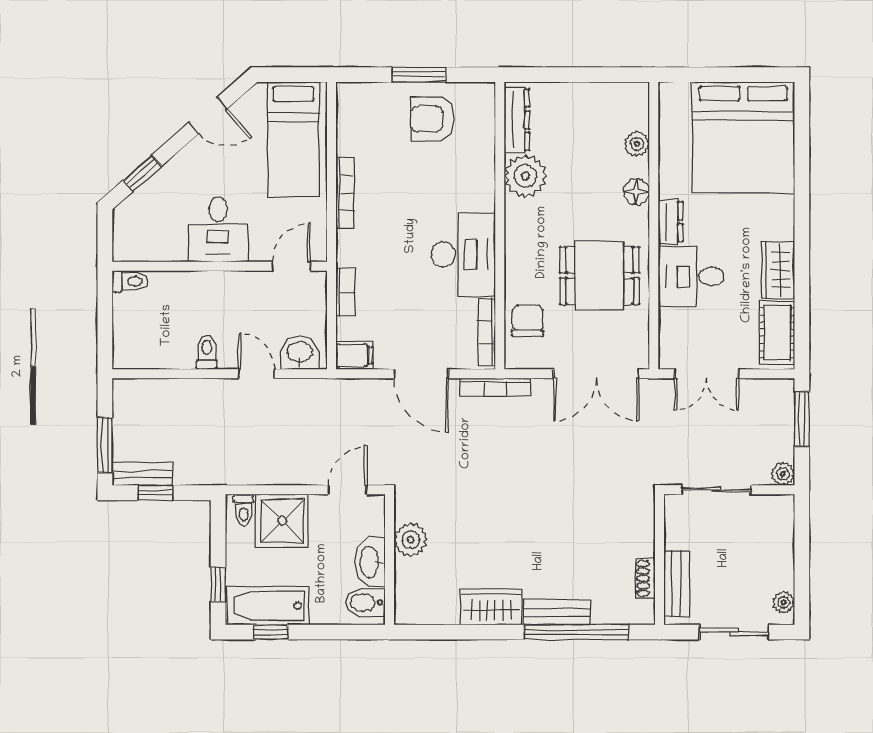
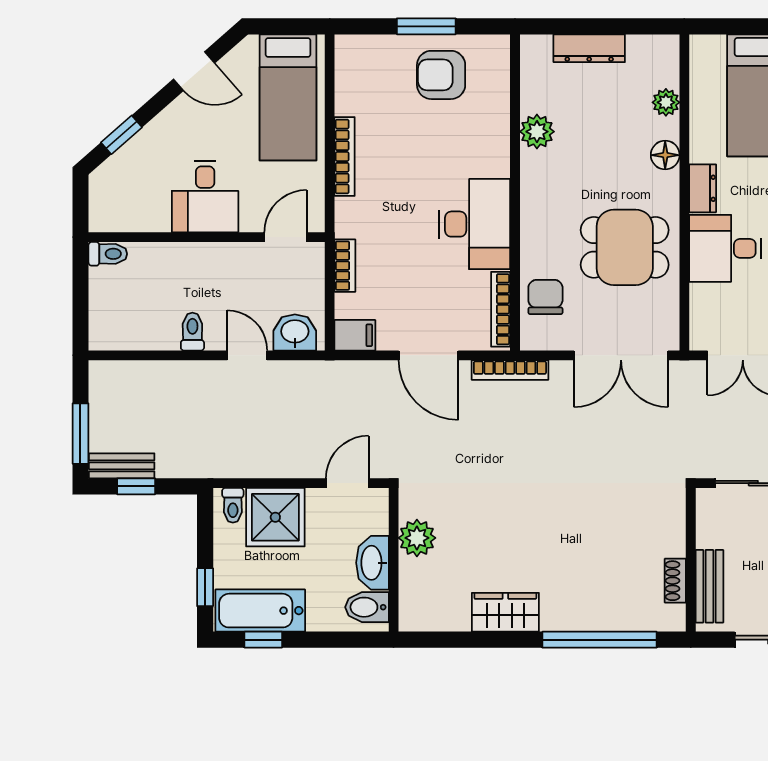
dresser: (517, 120) -> (589, 48), moved, turned 90
plant: (525, 176) -> (537, 132), width x0.73, depth x0.73
bench: (557, 612) -> (578, 618), removed

